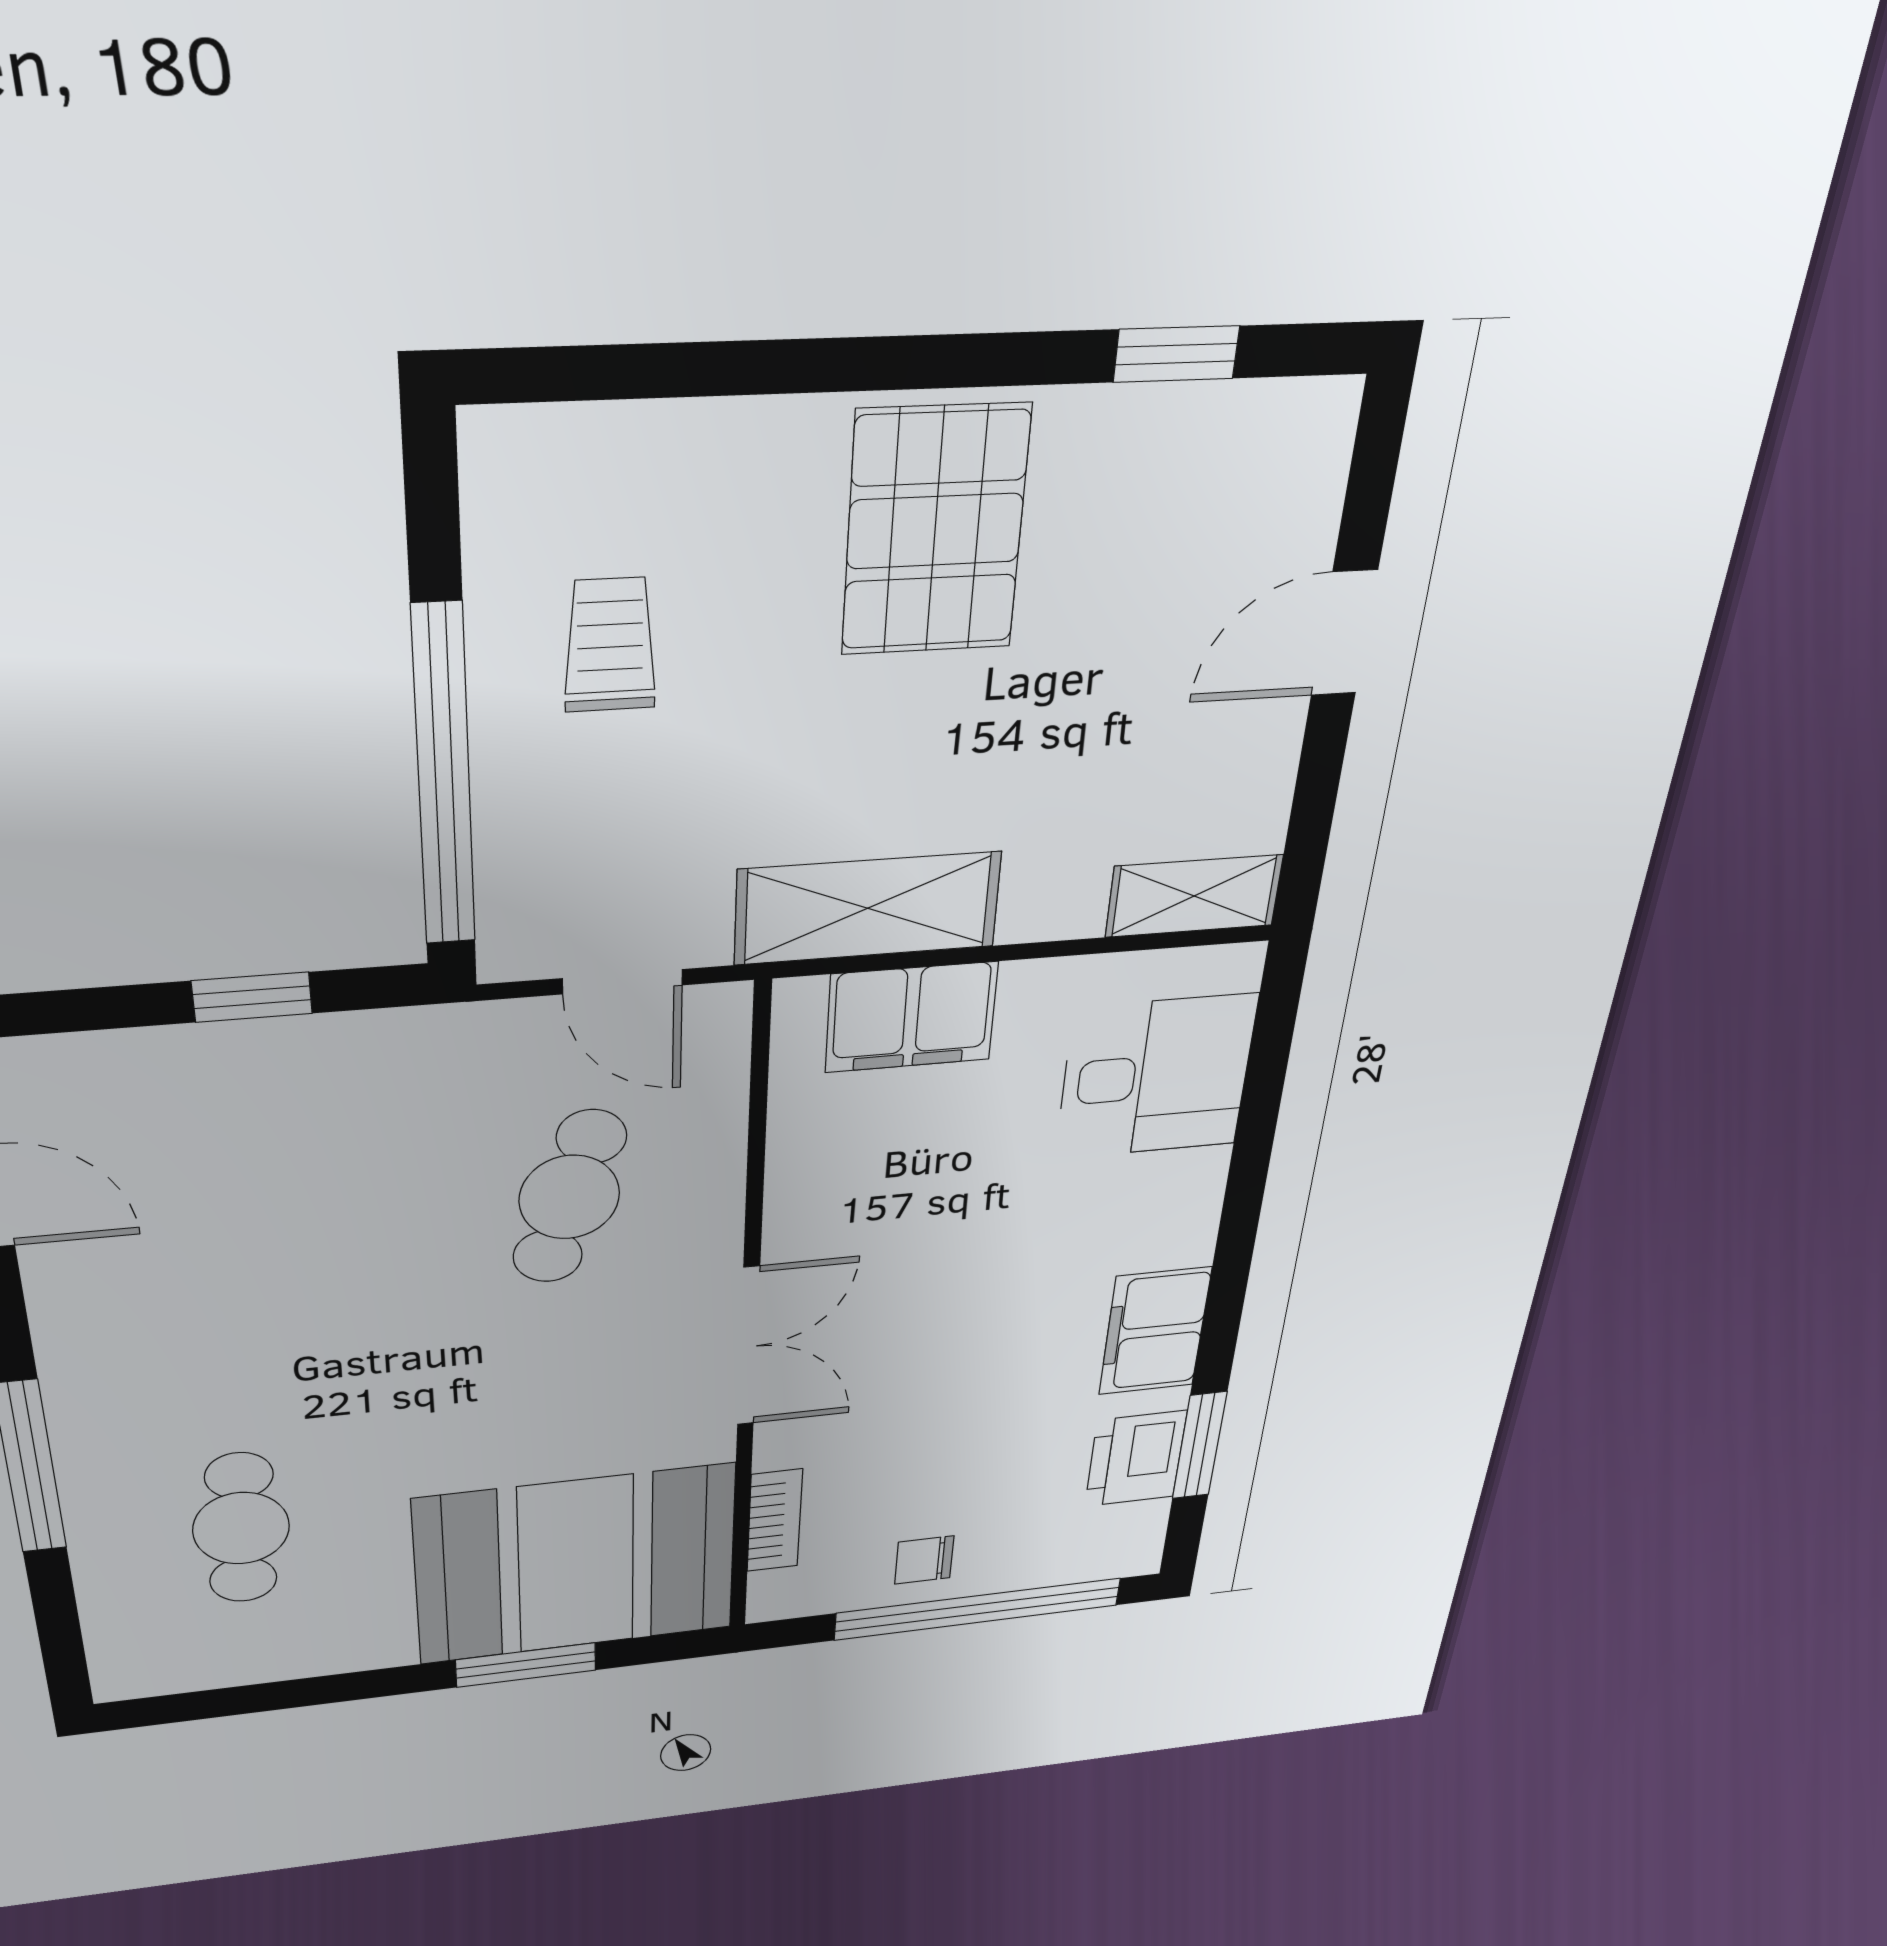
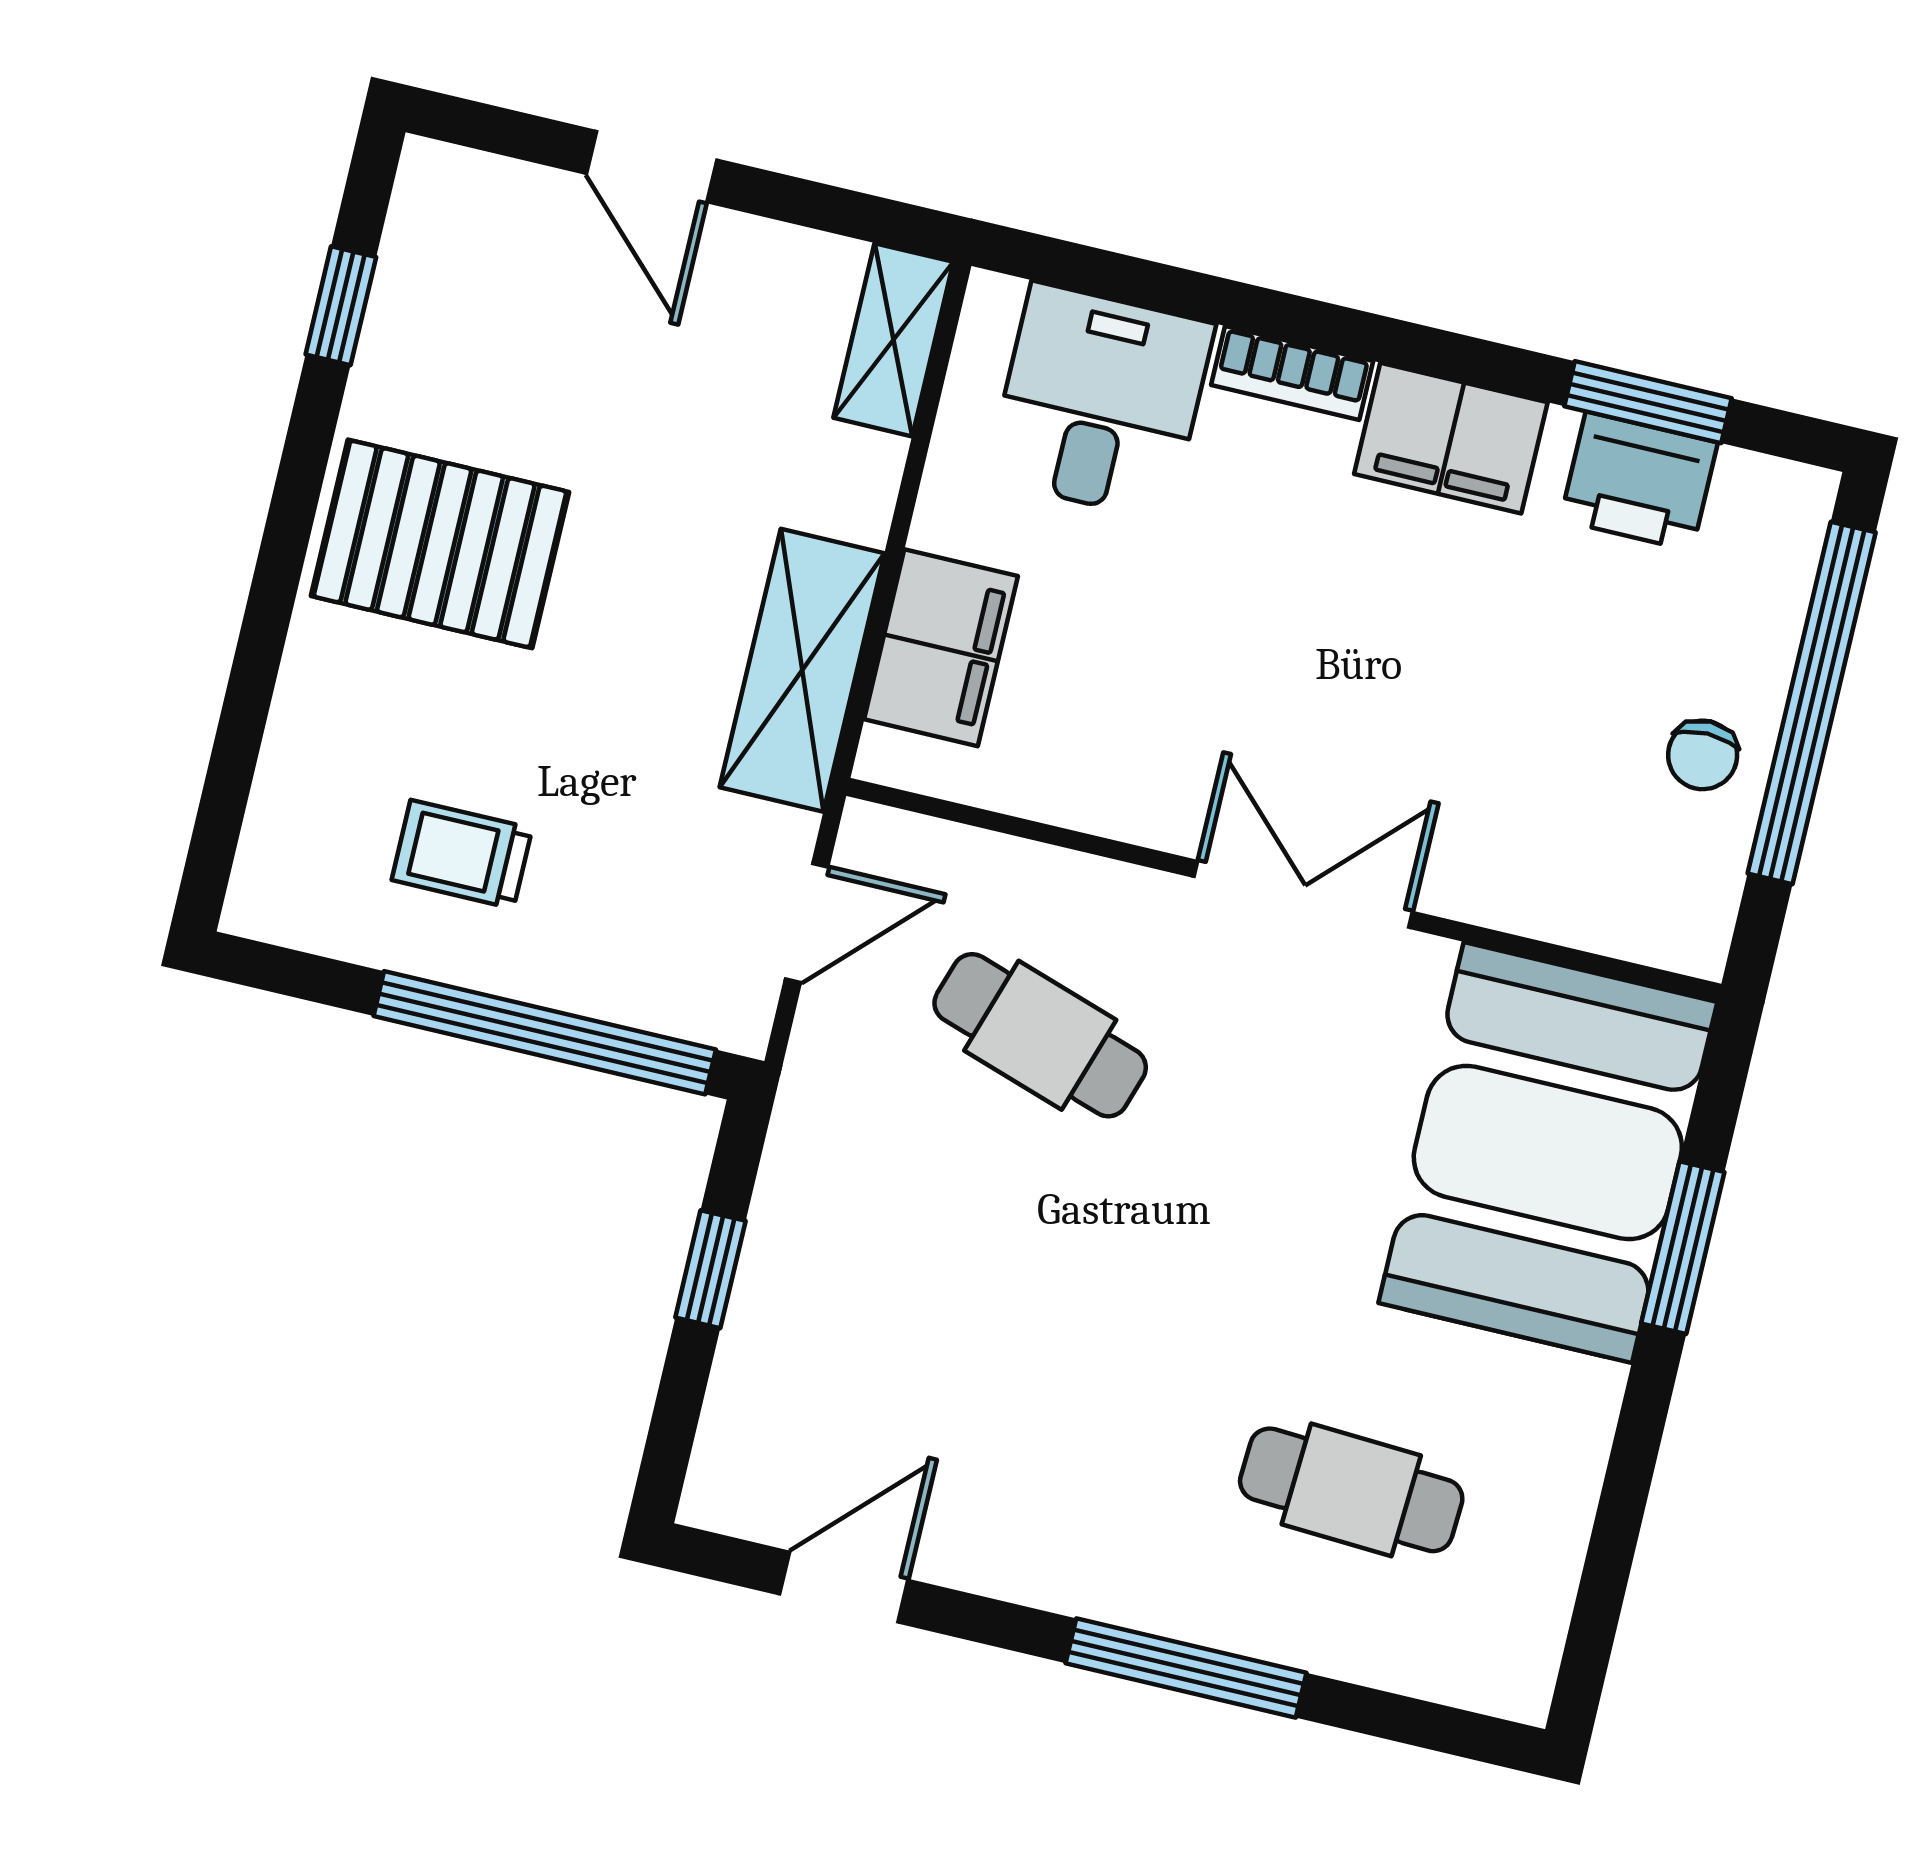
bookcase: (775, 1521) -> (1292, 373), moved, turned 180

